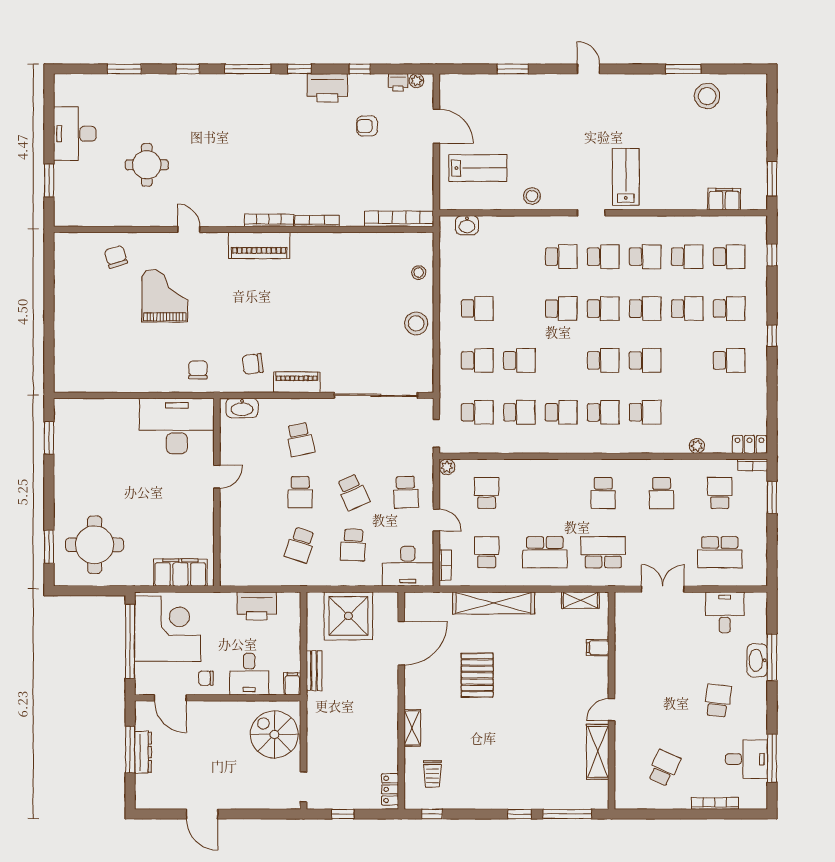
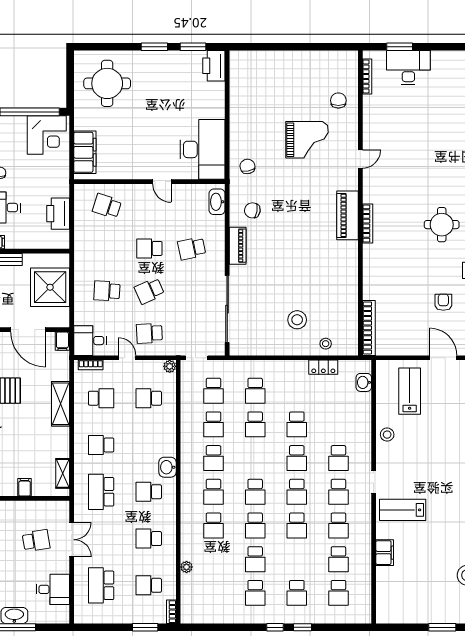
door: (436, 126) -> (443, 358), swing flipped
desk: (75, 134) -> (408, 67), moved
round table: (147, 165) -> (442, 225), moved
lab bench: (478, 168) -> (410, 391), turned 180
lab bench: (626, 177) -> (403, 510), turned 180
window: (772, 179) -> (442, 627), moved
filing cabinet: (724, 199) -> (385, 553), moved
bookcase: (317, 221) -> (367, 76), moved
window: (772, 255) -> (302, 627), moved
chair: (116, 257) -> (338, 100), turned -73
school desk: (477, 309) -> (297, 424), moved
school desk: (687, 309) -> (255, 559), moved
stool: (416, 323) -> (297, 320), moved
chair: (253, 364) -> (252, 210), turned -73
chair: (198, 370) -> (247, 166), turned -100
printer: (73, 412) -> (214, 66), added
locker: (749, 444) -> (323, 367), moved, turned 90
washbasin: (573, 470) -> (167, 467), added
school desk: (487, 493) -> (149, 398), turned 180
school desk: (720, 493) -> (149, 585), turned 180
door: (436, 520) -> (127, 358), swing flipped
school desk: (300, 545) -> (107, 206), moved
window: (49, 547) -> (154, 47), moved
school desk: (545, 552) -> (101, 445), width x0.54
school desk: (603, 552) -> (101, 492), turned 180
desk: (408, 566) -> (90, 341), width x0.73
filing cabinet: (416, 600) -> (62, 341), added
shelving: (494, 603) -> (60, 404), width x0.68
corner desk: (168, 629) -> (47, 135), width x0.74, depth x0.74
school desk: (664, 633) -> (36, 540), added

